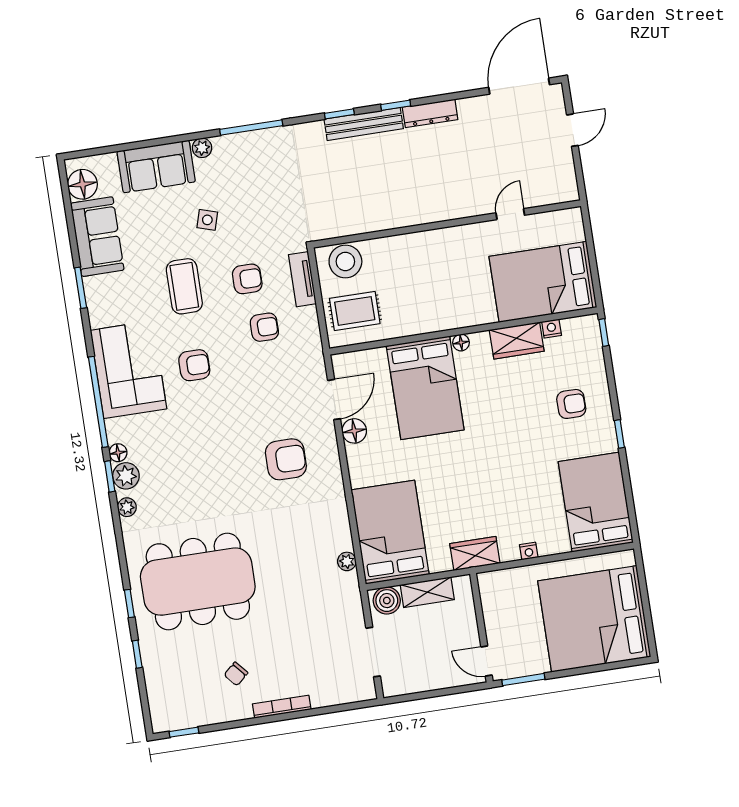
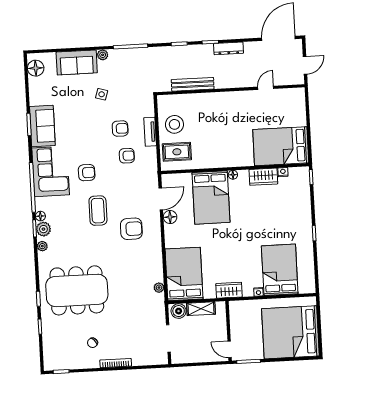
bench: (364, 124) -> (193, 84), moved
door: (510, 214) -> (266, 88), moved
wall: (447, 224) -> (231, 90), moved
sofa: (97, 237) -> (42, 126), moved
coffee table: (184, 286) -> (98, 211), moved
armchair: (571, 404) -> (290, 214), removed
bed: (596, 502) -> (280, 270), moved

